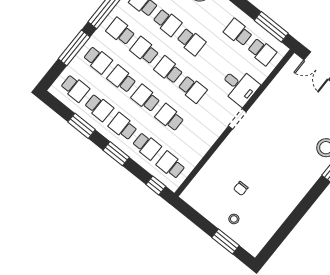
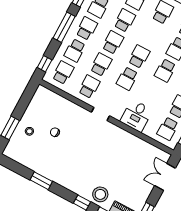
school desk: (144, 51) -> (89, 87), moved
doorway: (237, 119) -> (101, 114), moved
window: (116, 154) -> (64, 27), width x1.44
window: (296, 216) -> (41, 181), added

